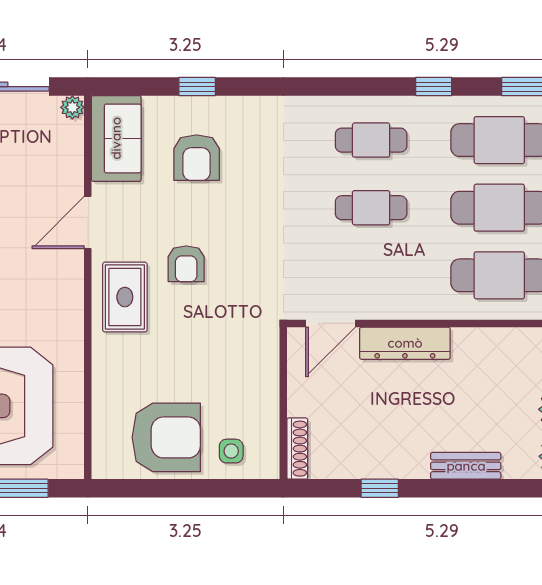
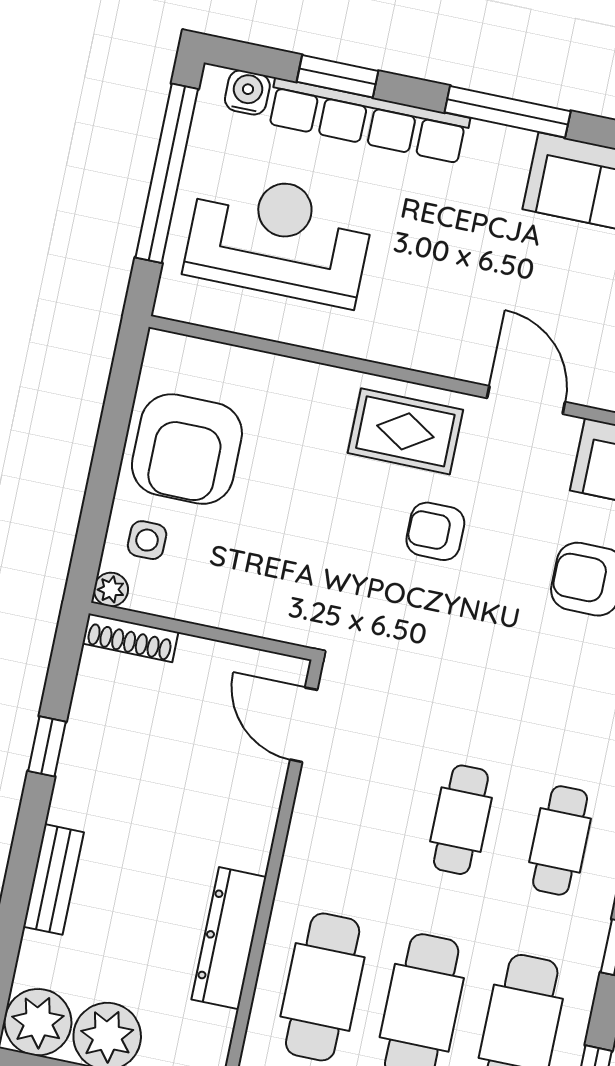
dresser: (405, 343) -> (229, 938), moved
plant: (268, 468) -> (111, 589), added

